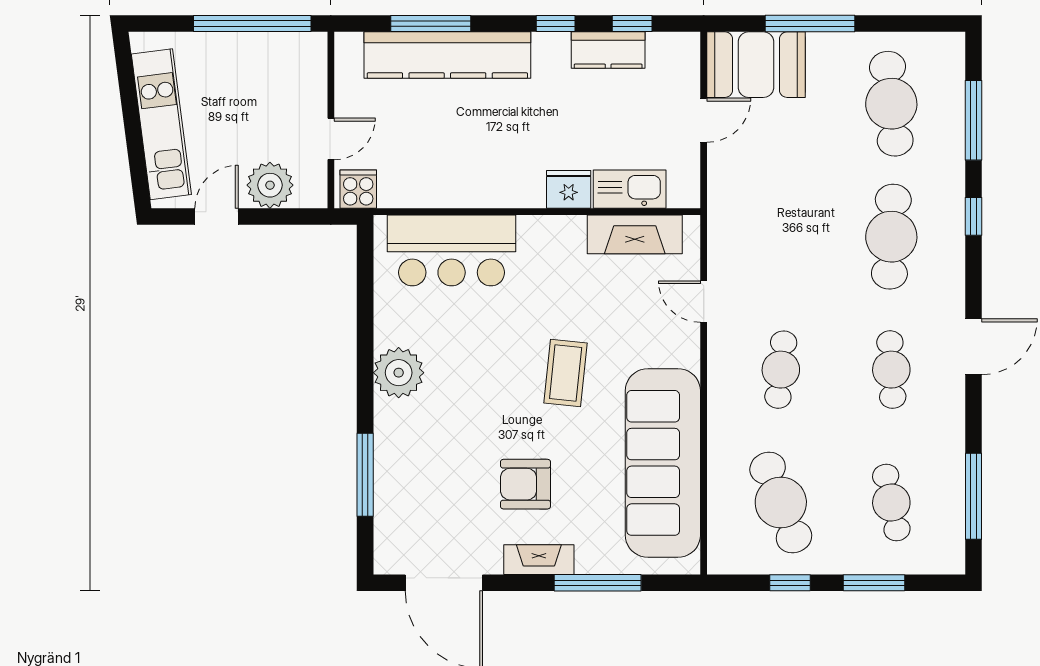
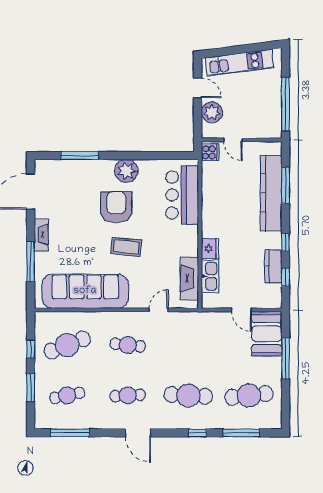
armchair: (525, 484) -> (116, 207), moved, width x1.36, depth x1.36

